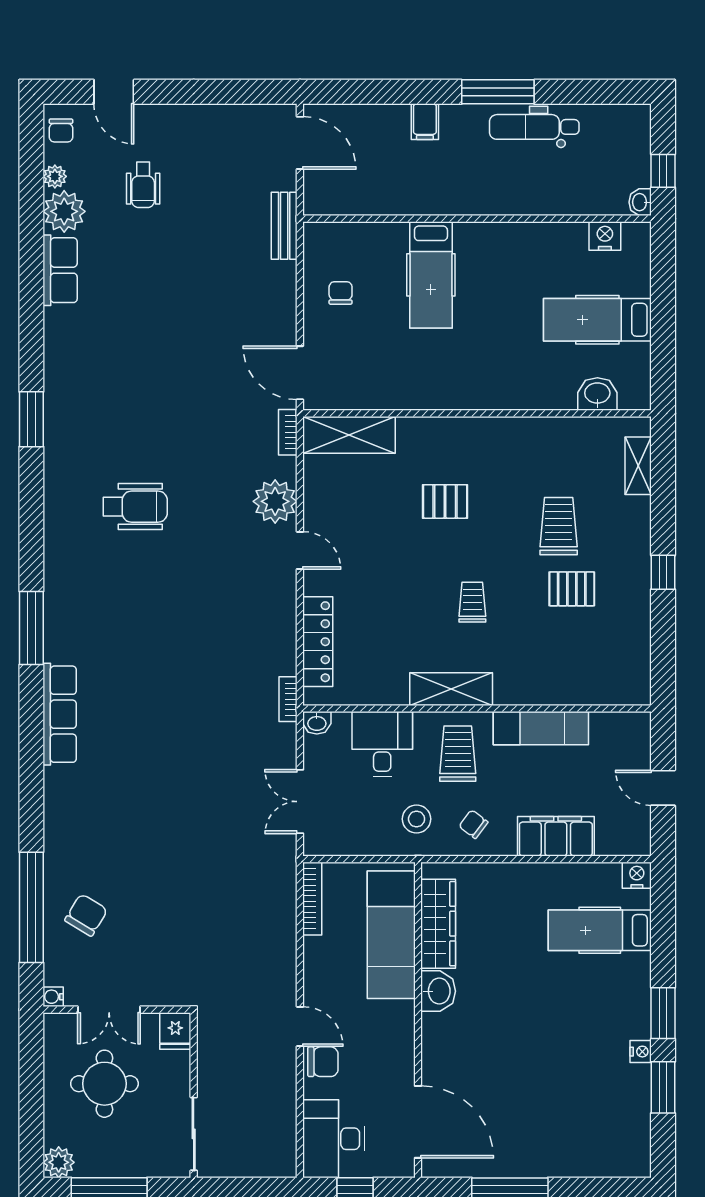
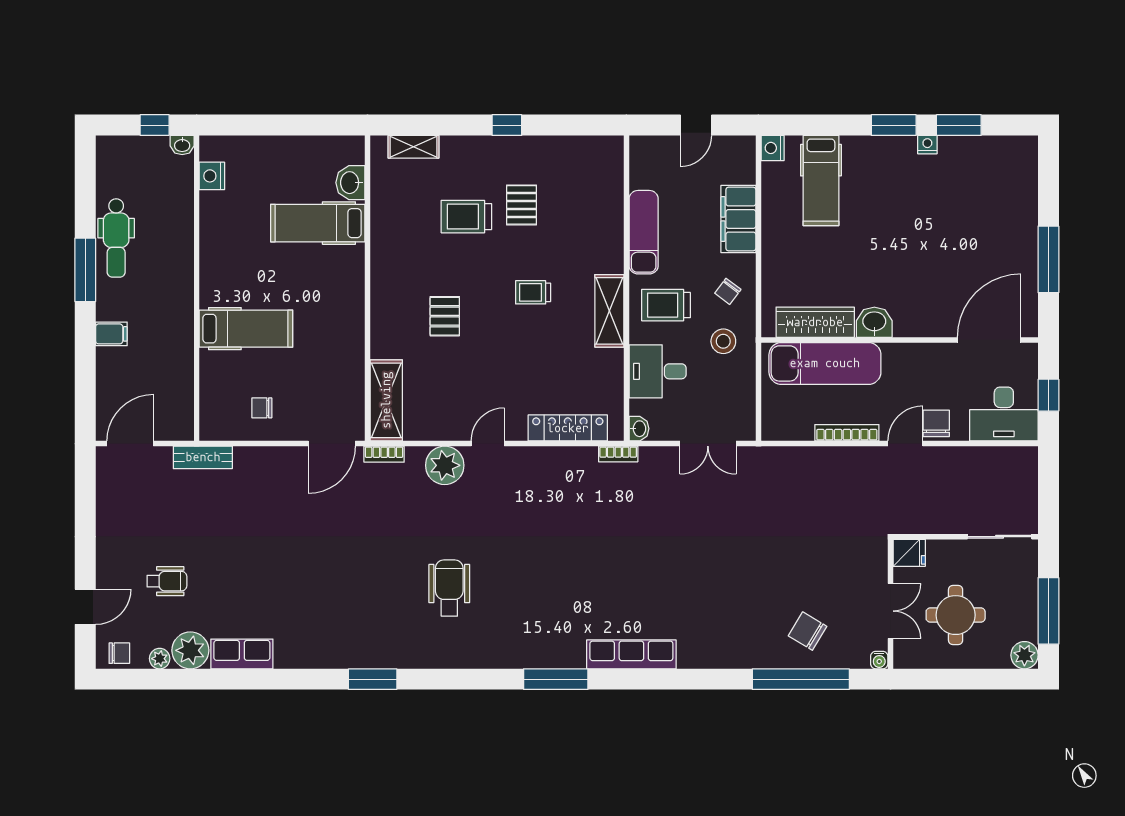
hospital bed: (597, 320) -> (318, 223), moved, turned 90
bookcase: (312, 899) -> (847, 433), moved

